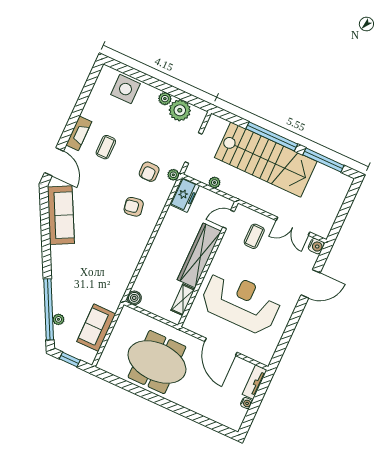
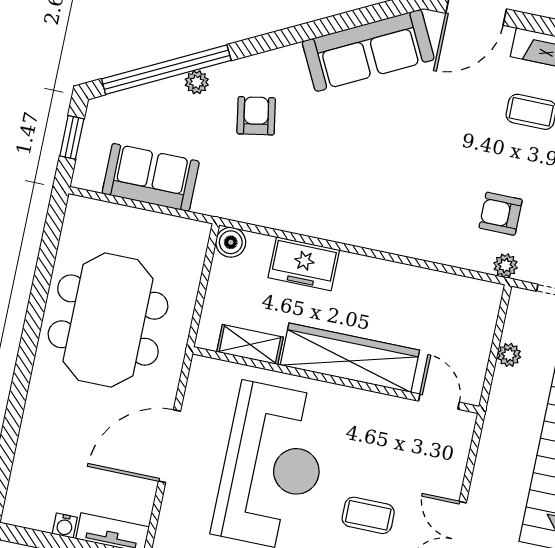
freezer: (184, 195) -> (304, 264), moved
armchair: (134, 207) -> (256, 116), moved
coffee table: (254, 236) -> (368, 515), moved
plant: (58, 319) -> (197, 82), moved

